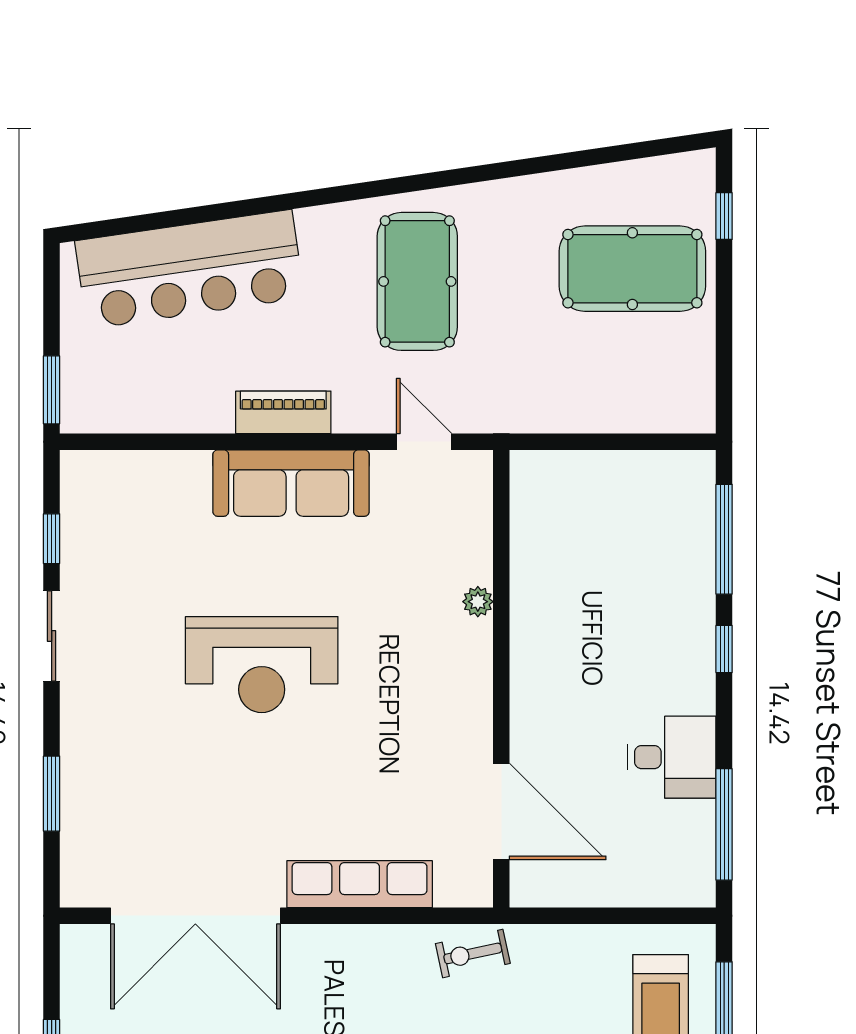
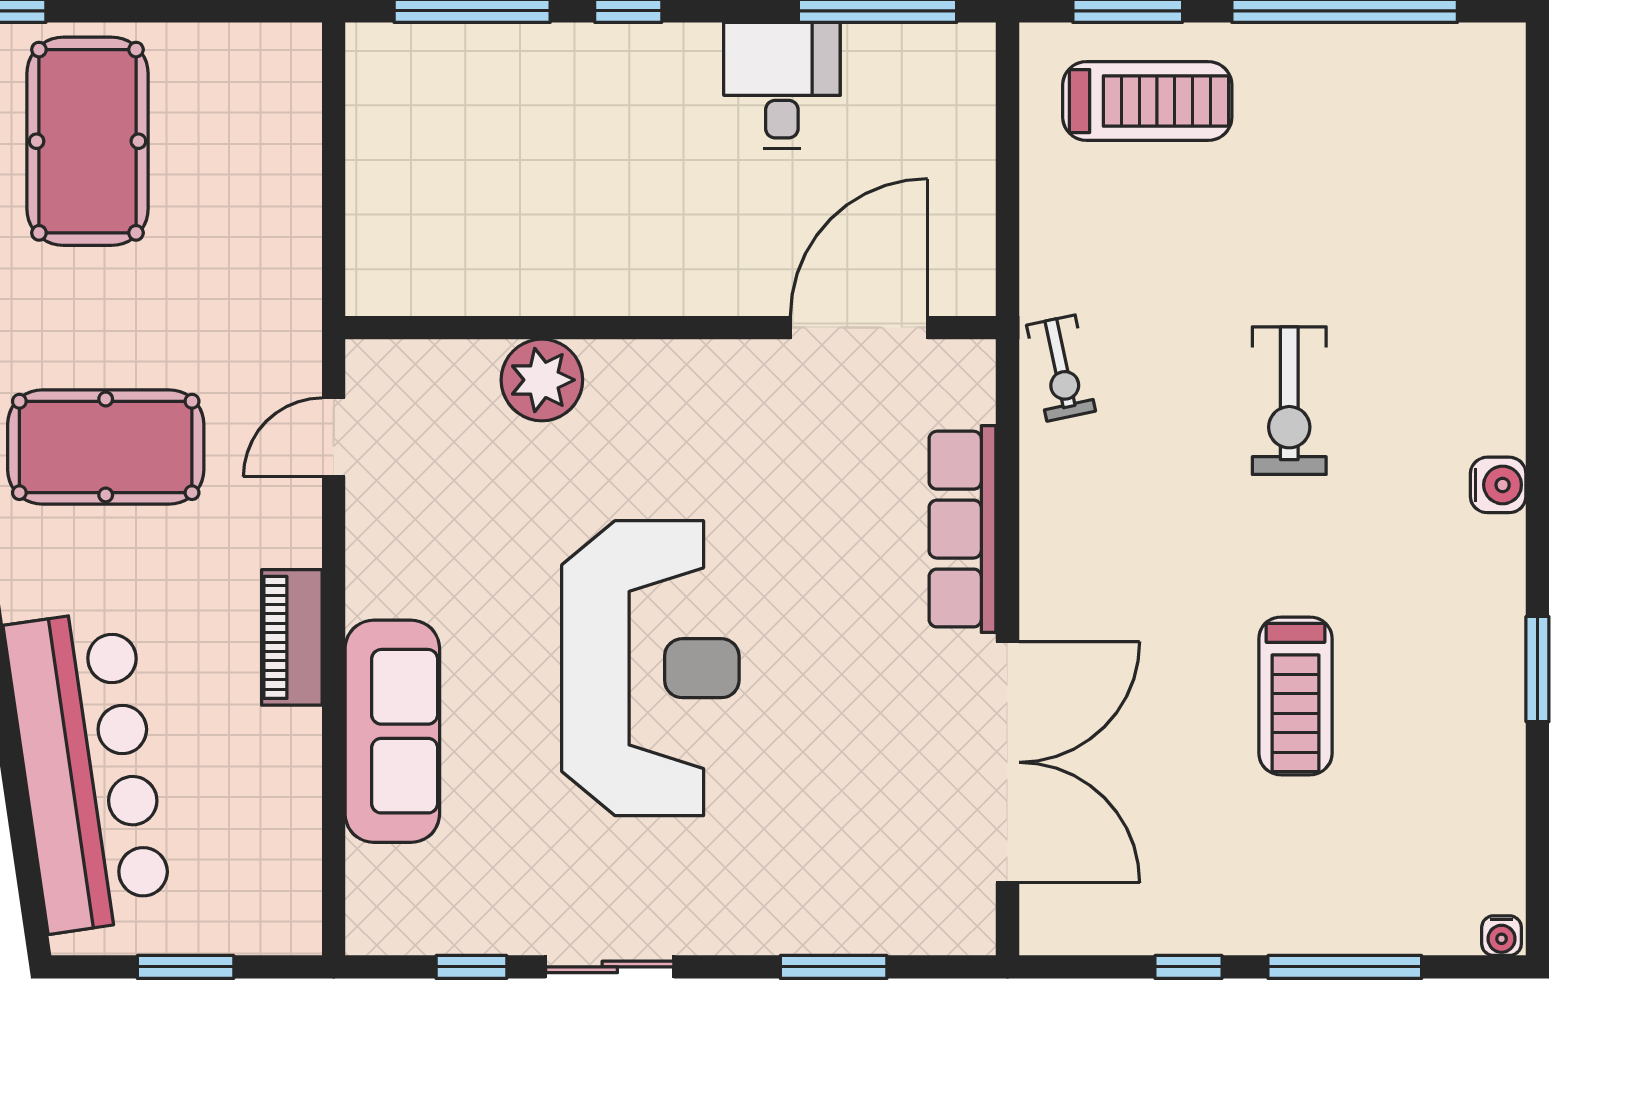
window: (52, 390) -> (186, 967), moved
sofa: (291, 483) -> (392, 731), moved
plant: (478, 602) -> (542, 380), width x1.88, depth x1.88
reception desk: (262, 665) -> (650, 668), width x1.36, depth x1.30

